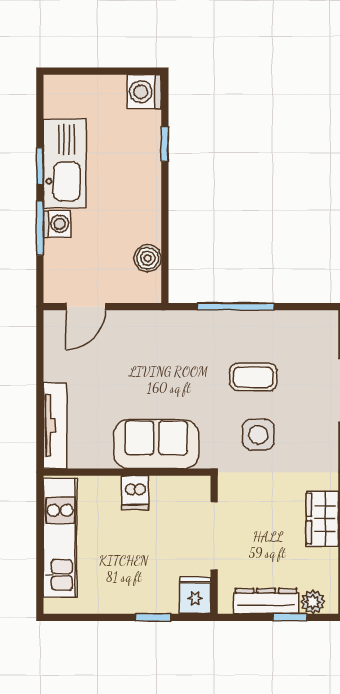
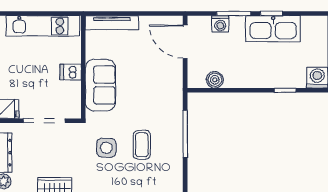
washing machine: (57, 224) -> (220, 24), moved
door: (86, 307) -> (185, 42), width x1.38

